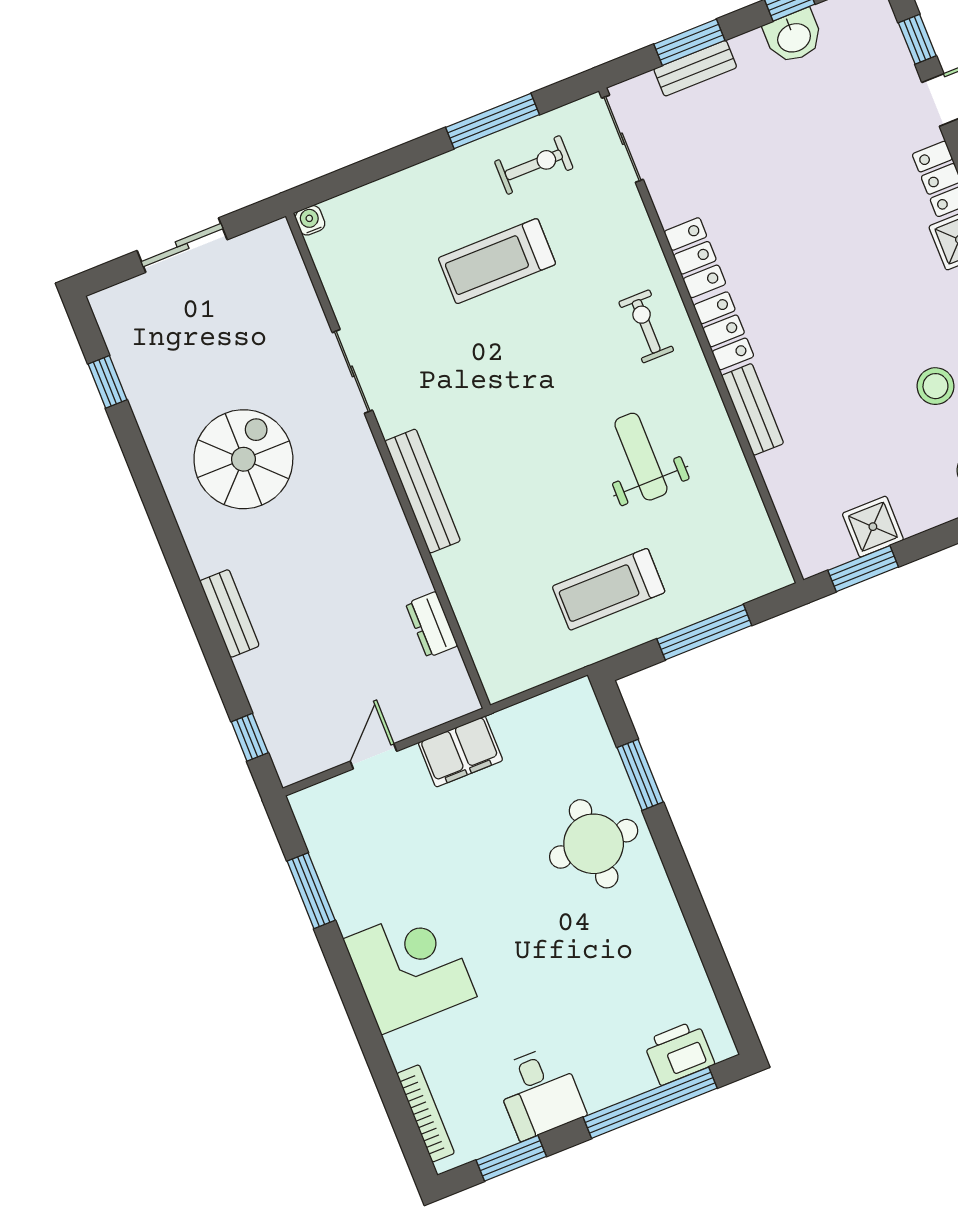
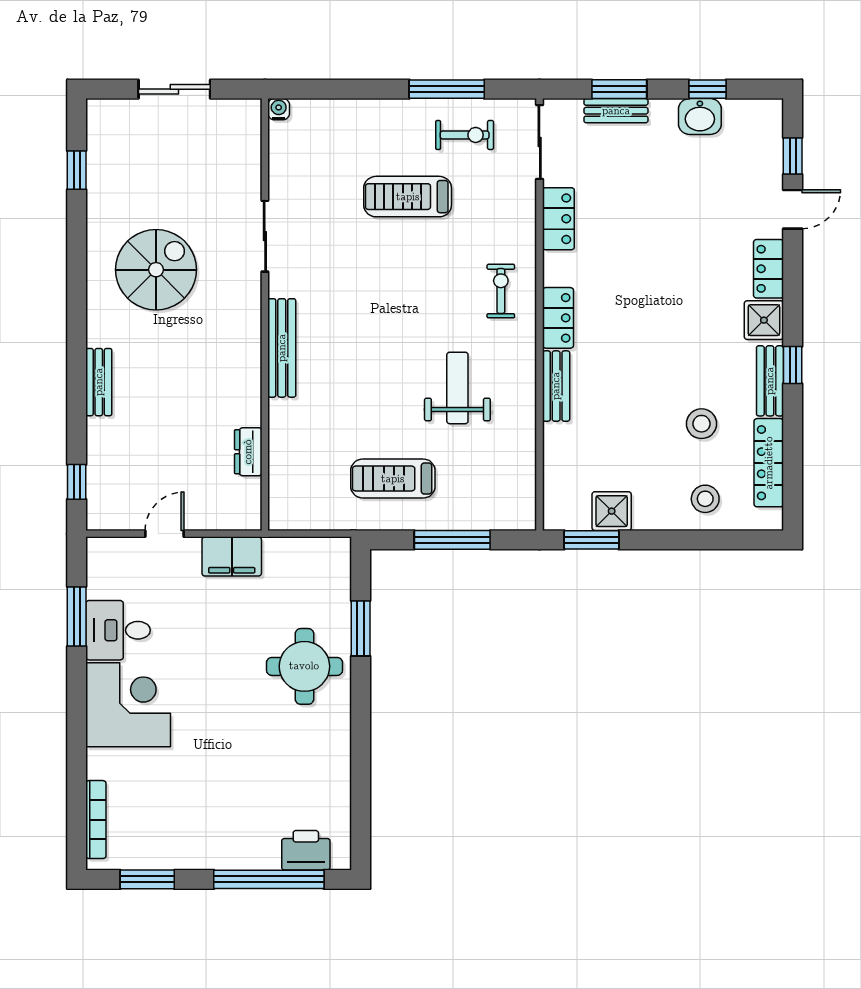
locker: (695, 258) -> (558, 219), moved
desk: (539, 1092) -> (118, 630), moved, turned 90

